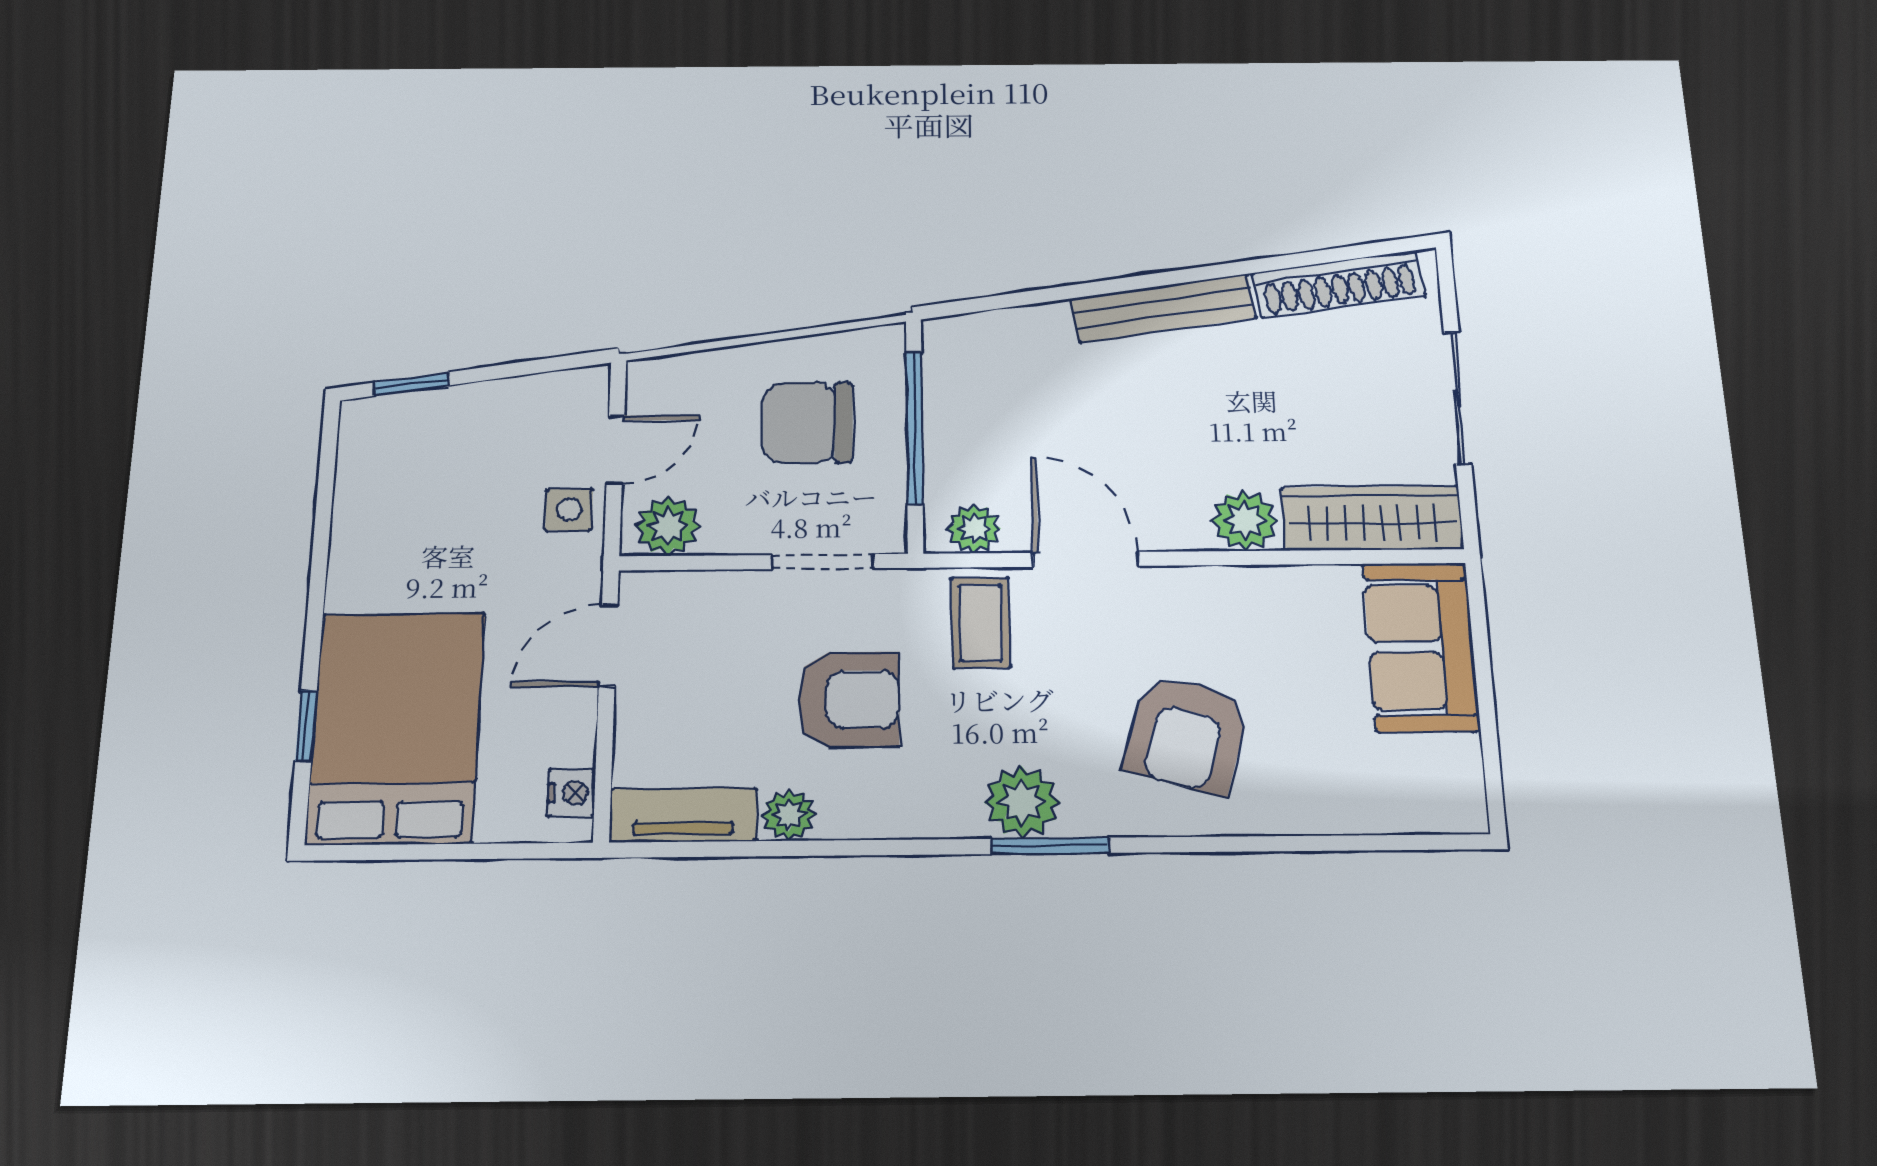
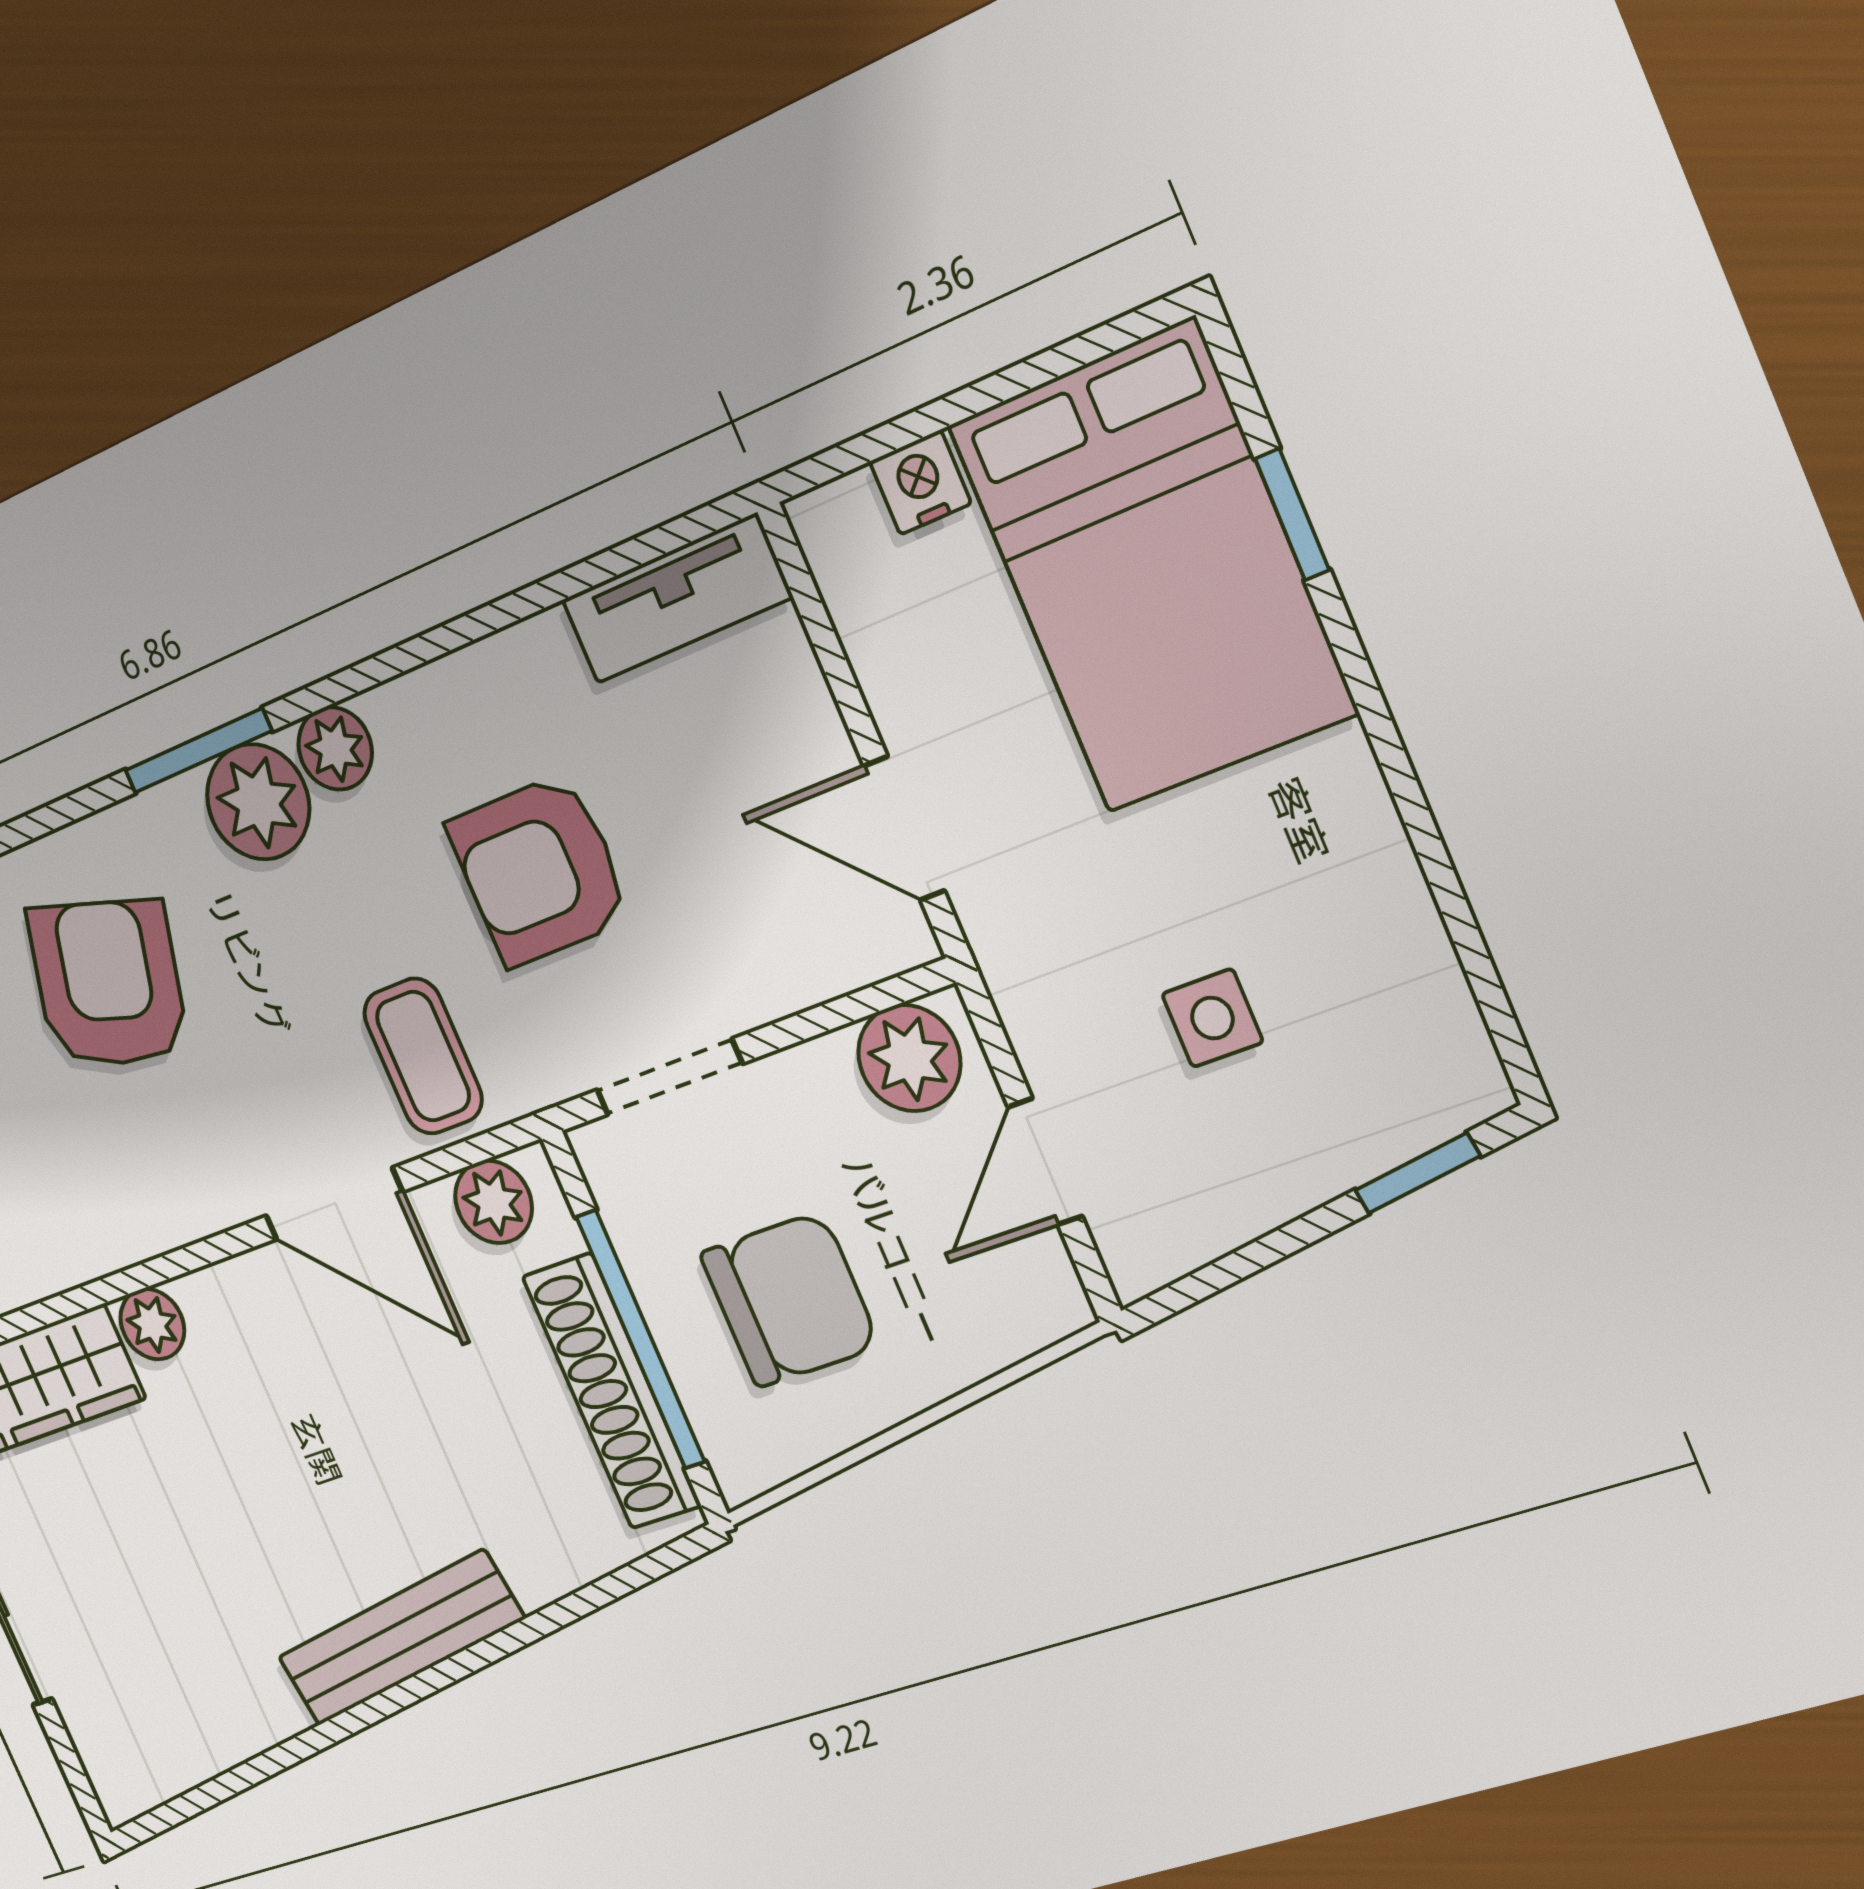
shoe rack: (1339, 284) -> (612, 1391), moved, turned -82
side table: (569, 510) -> (1212, 1018), moved
plant: (1245, 520) -> (152, 1324), width x0.73, depth x0.73
door: (608, 645) -> (904, 828), swing flipped
nightstand: (571, 793) -> (920, 482), moved, turned 90
plant: (789, 815) -> (335, 749), moved

